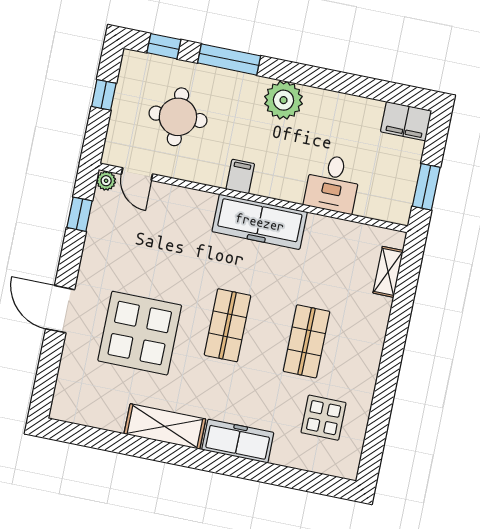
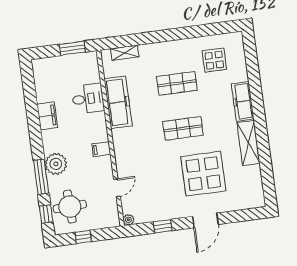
plant: (284, 100) -> (56, 164), moved
round table: (178, 117) -> (70, 207), moved
filing cabinet: (406, 121) -> (47, 116), moved
door: (137, 174) -> (117, 188), moved
window: (80, 214) -> (163, 226), moved
freezer: (260, 222) -> (118, 102), moved

